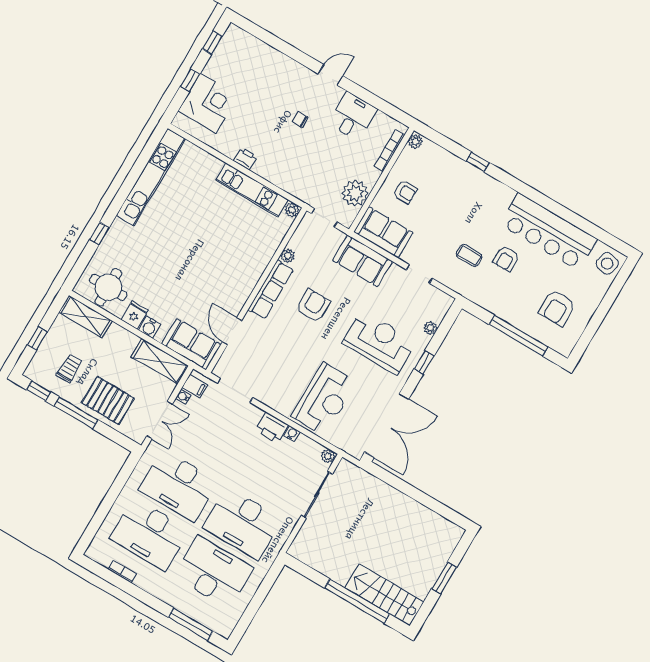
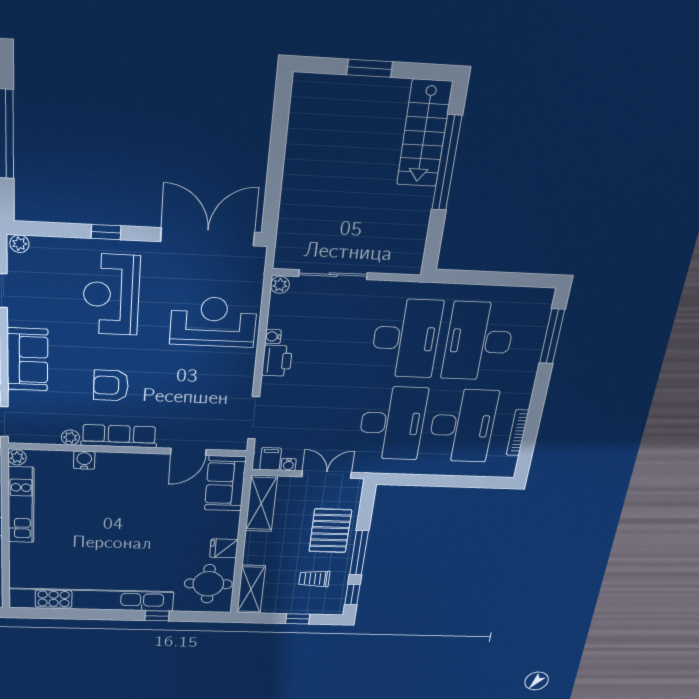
kitchen unit: (151, 177) -> (91, 600), width x1.36
water cooler: (150, 327) -> (84, 460), moved, turned -90
plant: (430, 328) -> (19, 244), moved
bookcase: (122, 572) -> (518, 433), width x1.56

